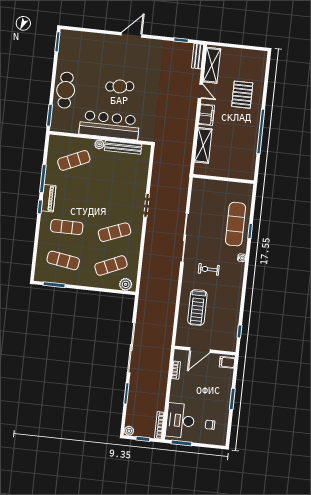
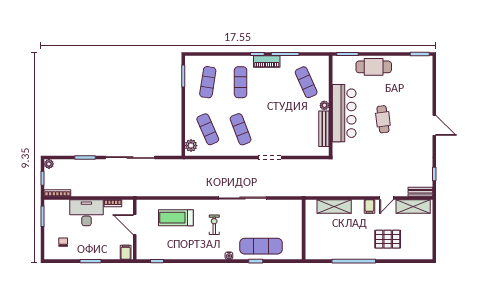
filing cabinet: (206, 115) -> (369, 207), width x0.50
desk: (180, 421) -> (86, 213), moved

